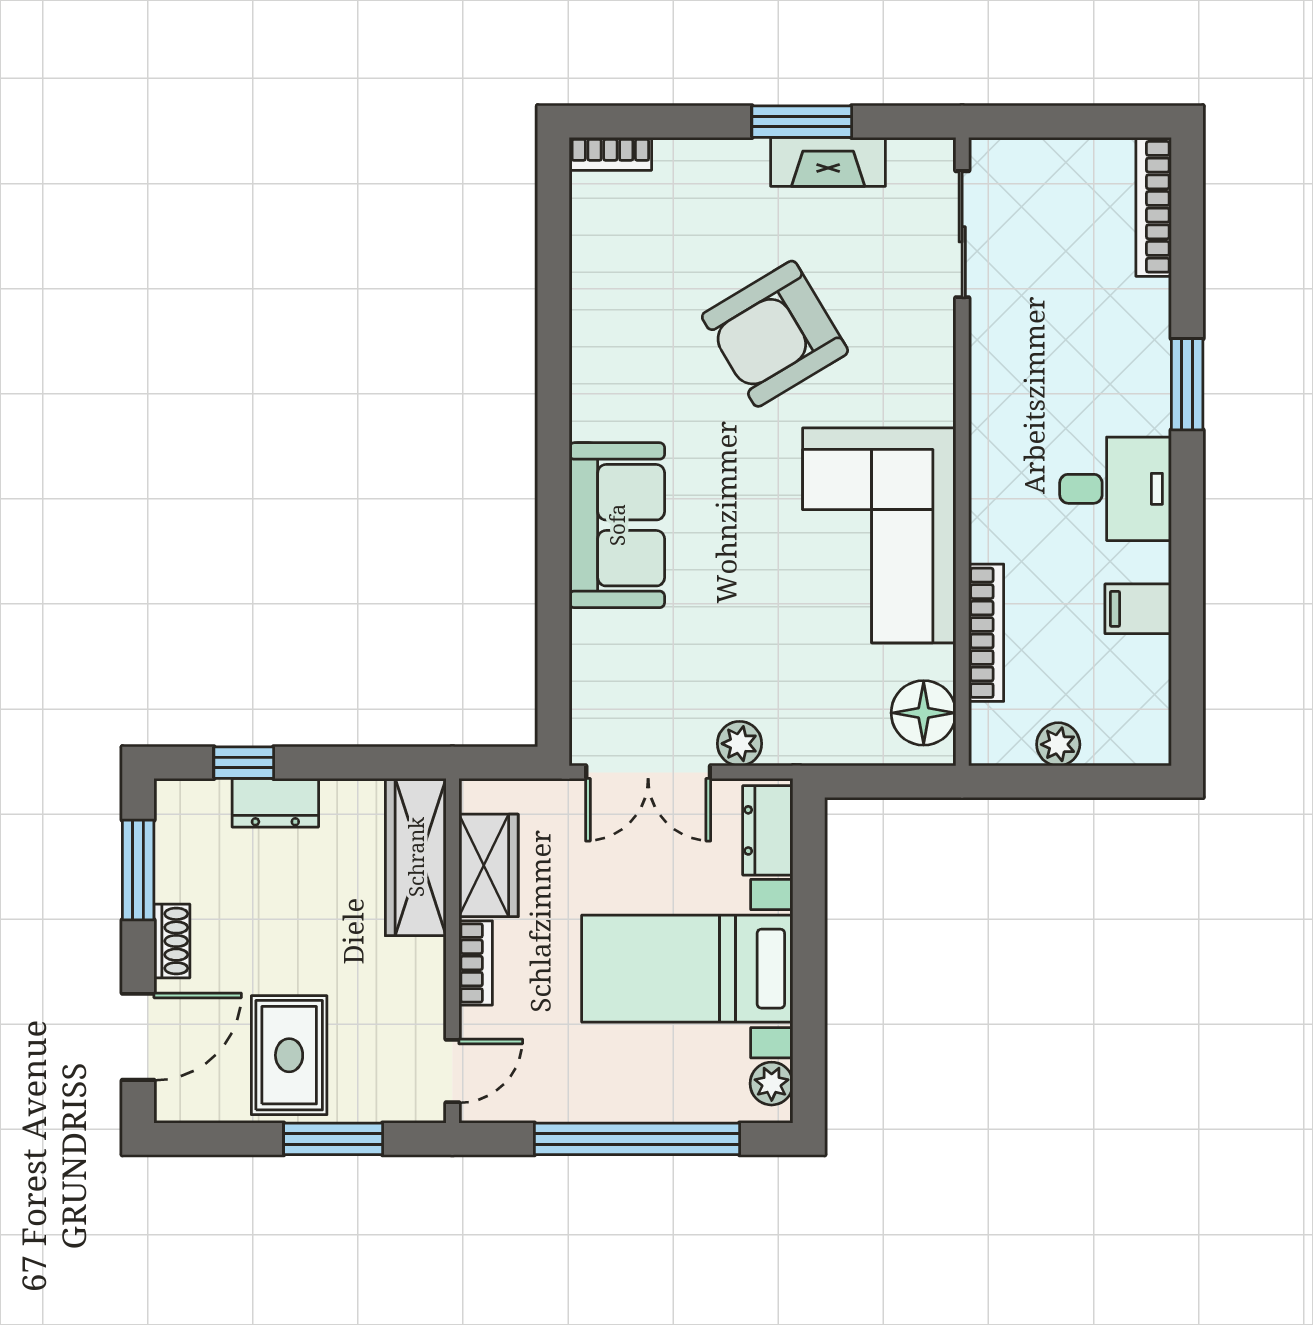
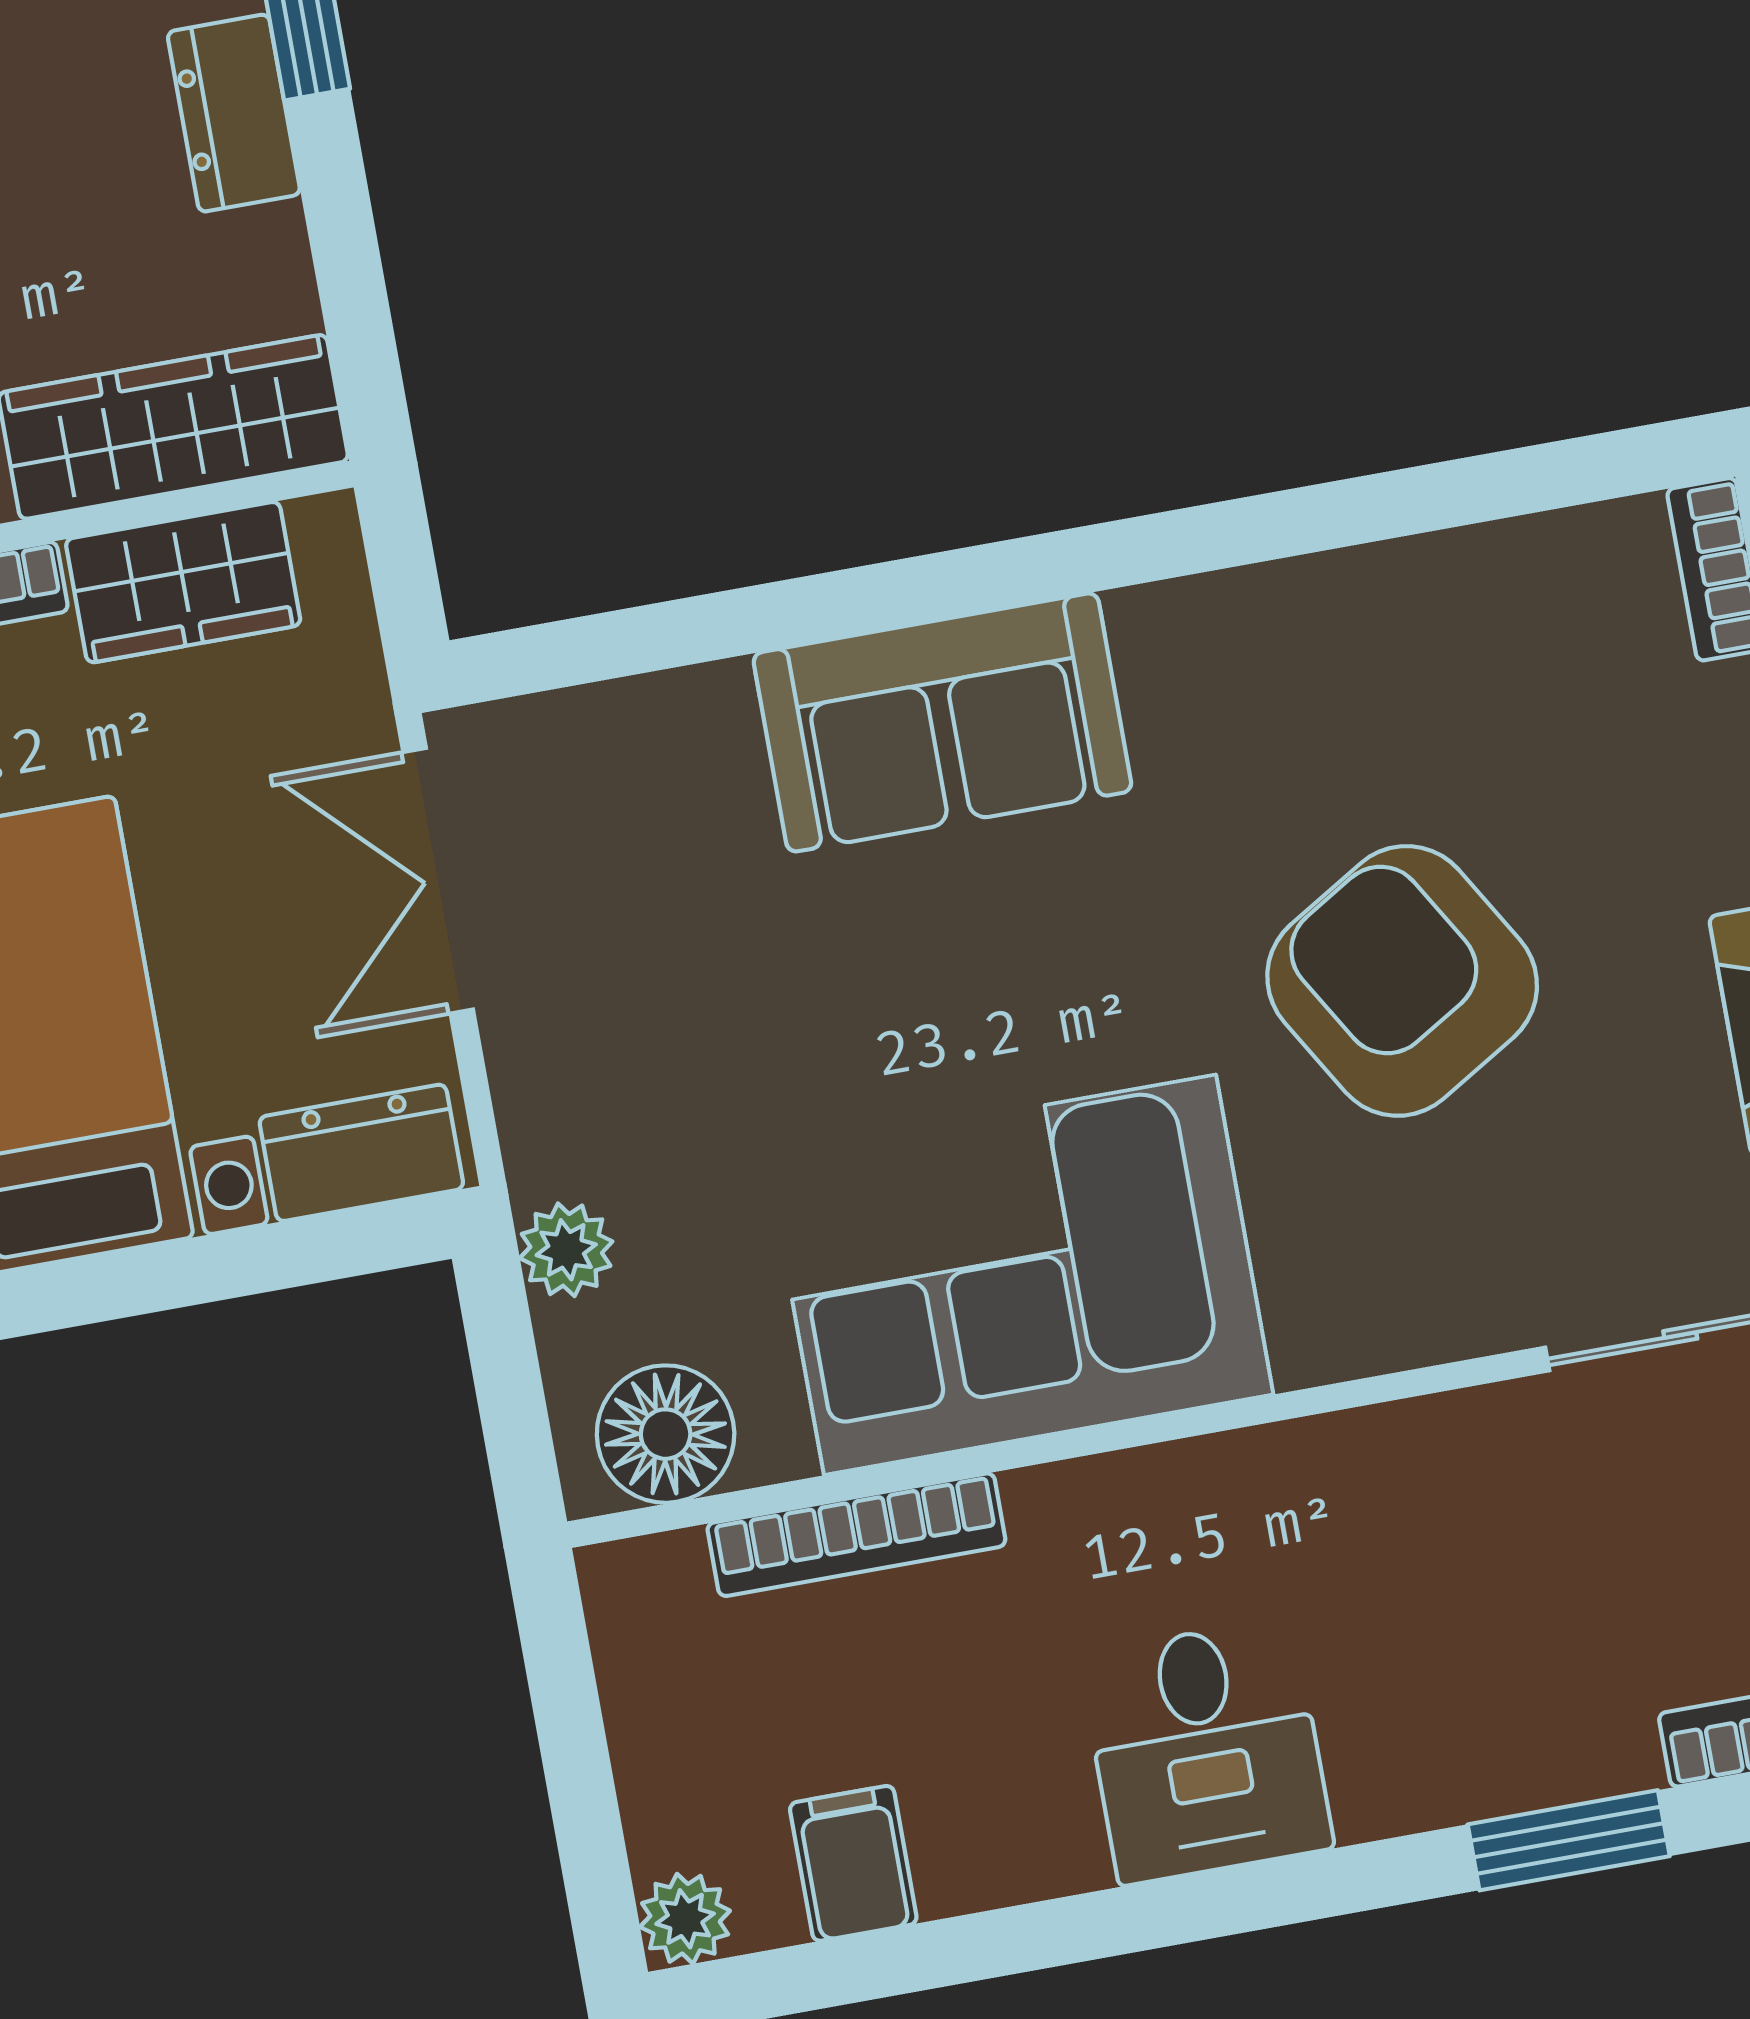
window: (1187, 384) -> (1569, 1840), moved
filing cabinet: (1138, 609) -> (853, 1863), moved
plant: (739, 744) -> (566, 1250), moved
plant: (1058, 744) -> (685, 1919), moved

